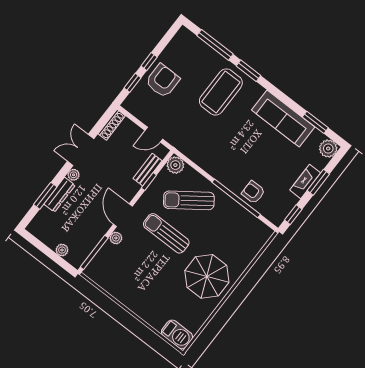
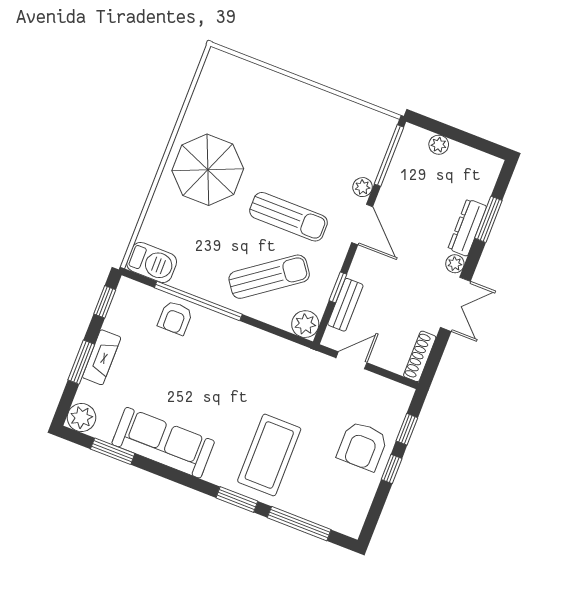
armchair: (253, 192) -> (175, 318), turned 90
barbecue: (177, 334) -> (152, 262), moved, turned 180

